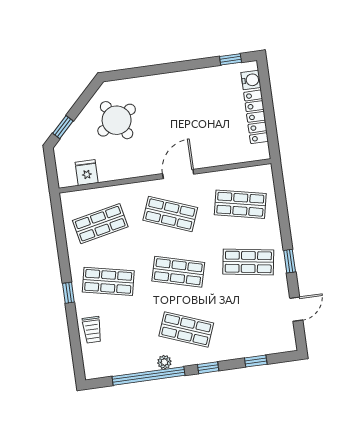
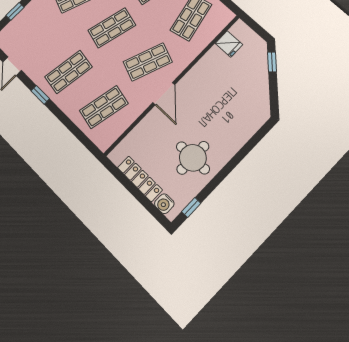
round table: (117, 120) -> (193, 158), moved, turned 31

